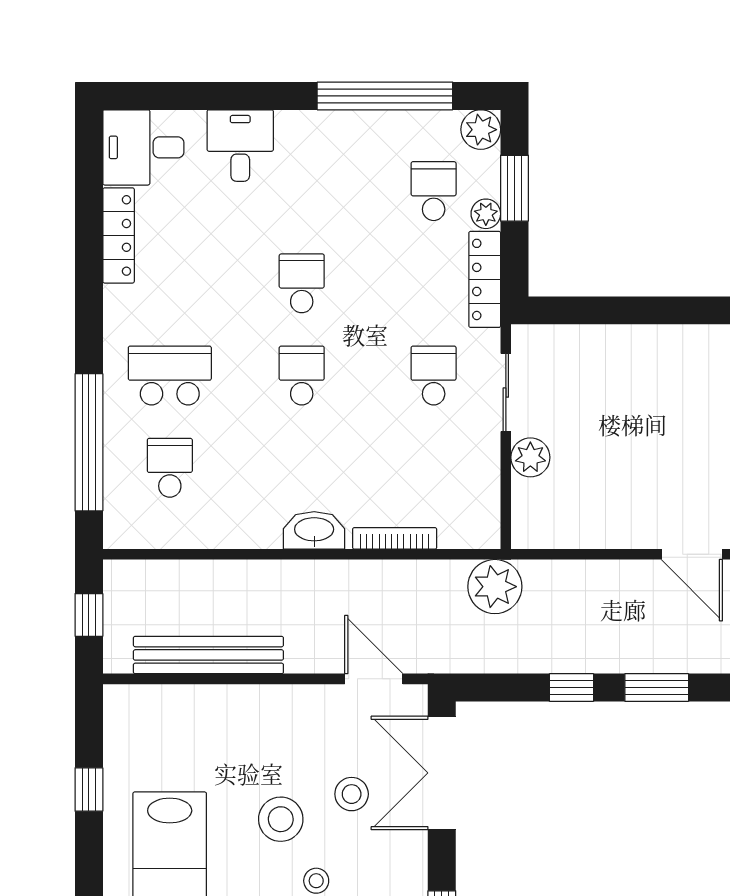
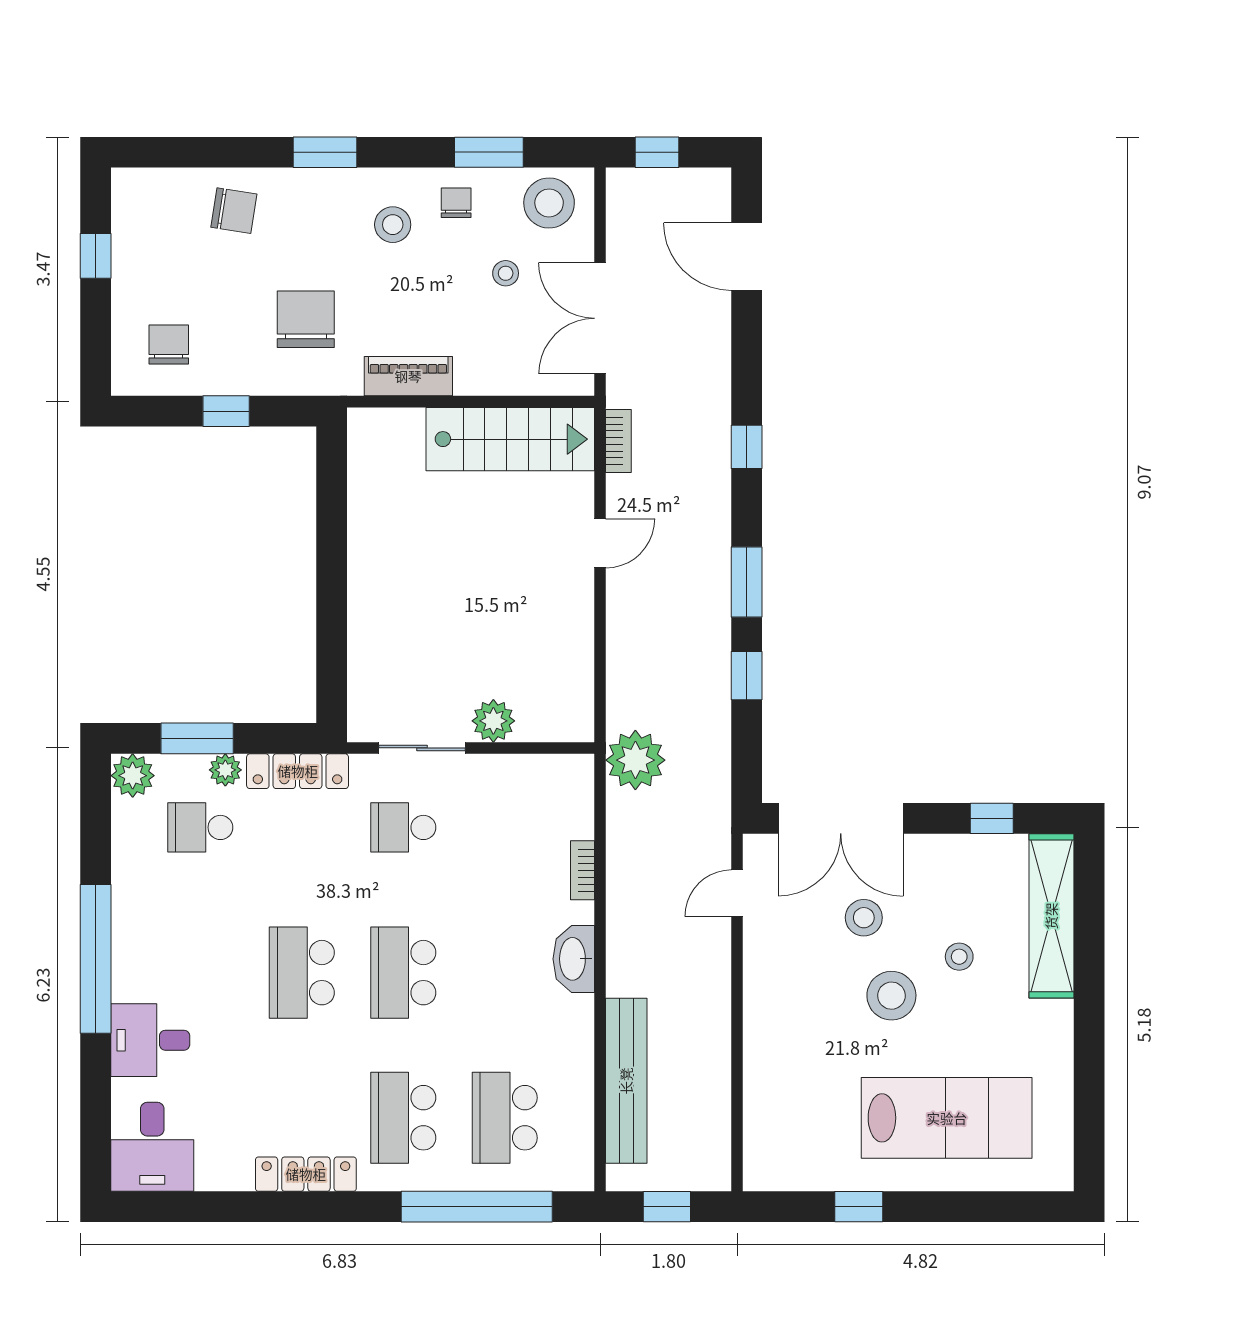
window: (385, 96) -> (96, 959), moved
locker: (119, 235) -> (306, 1174), moved
school desk: (302, 283) -> (302, 973), width x1.85
school desk: (302, 376) -> (403, 973), width x1.85
school desk: (170, 468) -> (505, 1118), width x1.85
bookcase: (395, 538) -> (582, 870), width x0.64
door: (692, 554) -> (600, 543), width x0.73
bench: (208, 655) -> (626, 1081), moved
door: (374, 679) -> (737, 893), width x0.73

